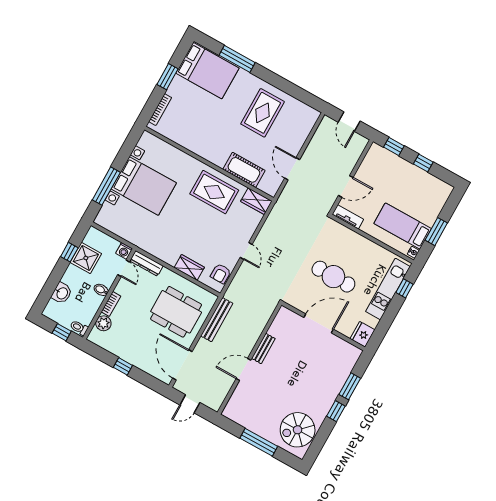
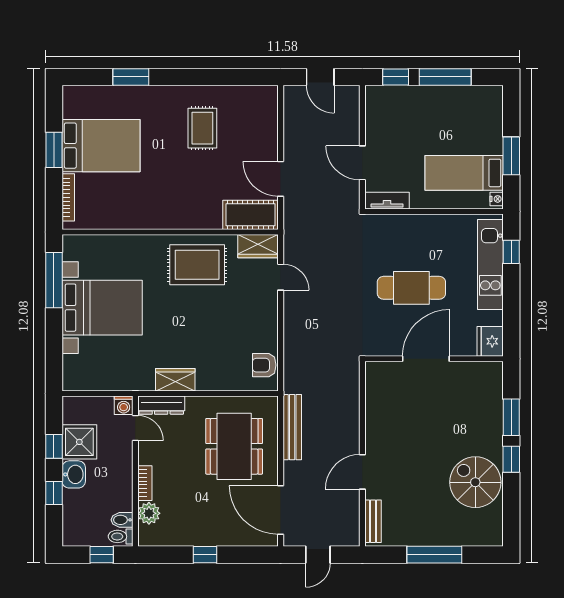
window: (237, 59) -> (131, 77), width x0.69
bed: (207, 71) -> (101, 146), moved
rug: (263, 113) -> (202, 128), width x0.73, depth x0.70
window: (423, 163) -> (445, 77), width x2.17
cot: (244, 170) -> (250, 215), moved
window: (106, 186) -> (54, 280), moved
door: (346, 186) -> (362, 163), swing flipped
door: (246, 251) -> (281, 277), moved
wardrobe: (189, 267) -> (175, 380), moved
armchair: (221, 274) -> (264, 365), turned 90
window: (54, 280) -> (54, 493), added
bidet: (101, 290) -> (122, 520), moved
washbasin: (62, 293) -> (74, 474), moved
dining table: (176, 312) -> (234, 446), turned 90
bench: (263, 349) -> (373, 521), moved
spiral stairs: (298, 430) -> (475, 482), moved, turned 90

